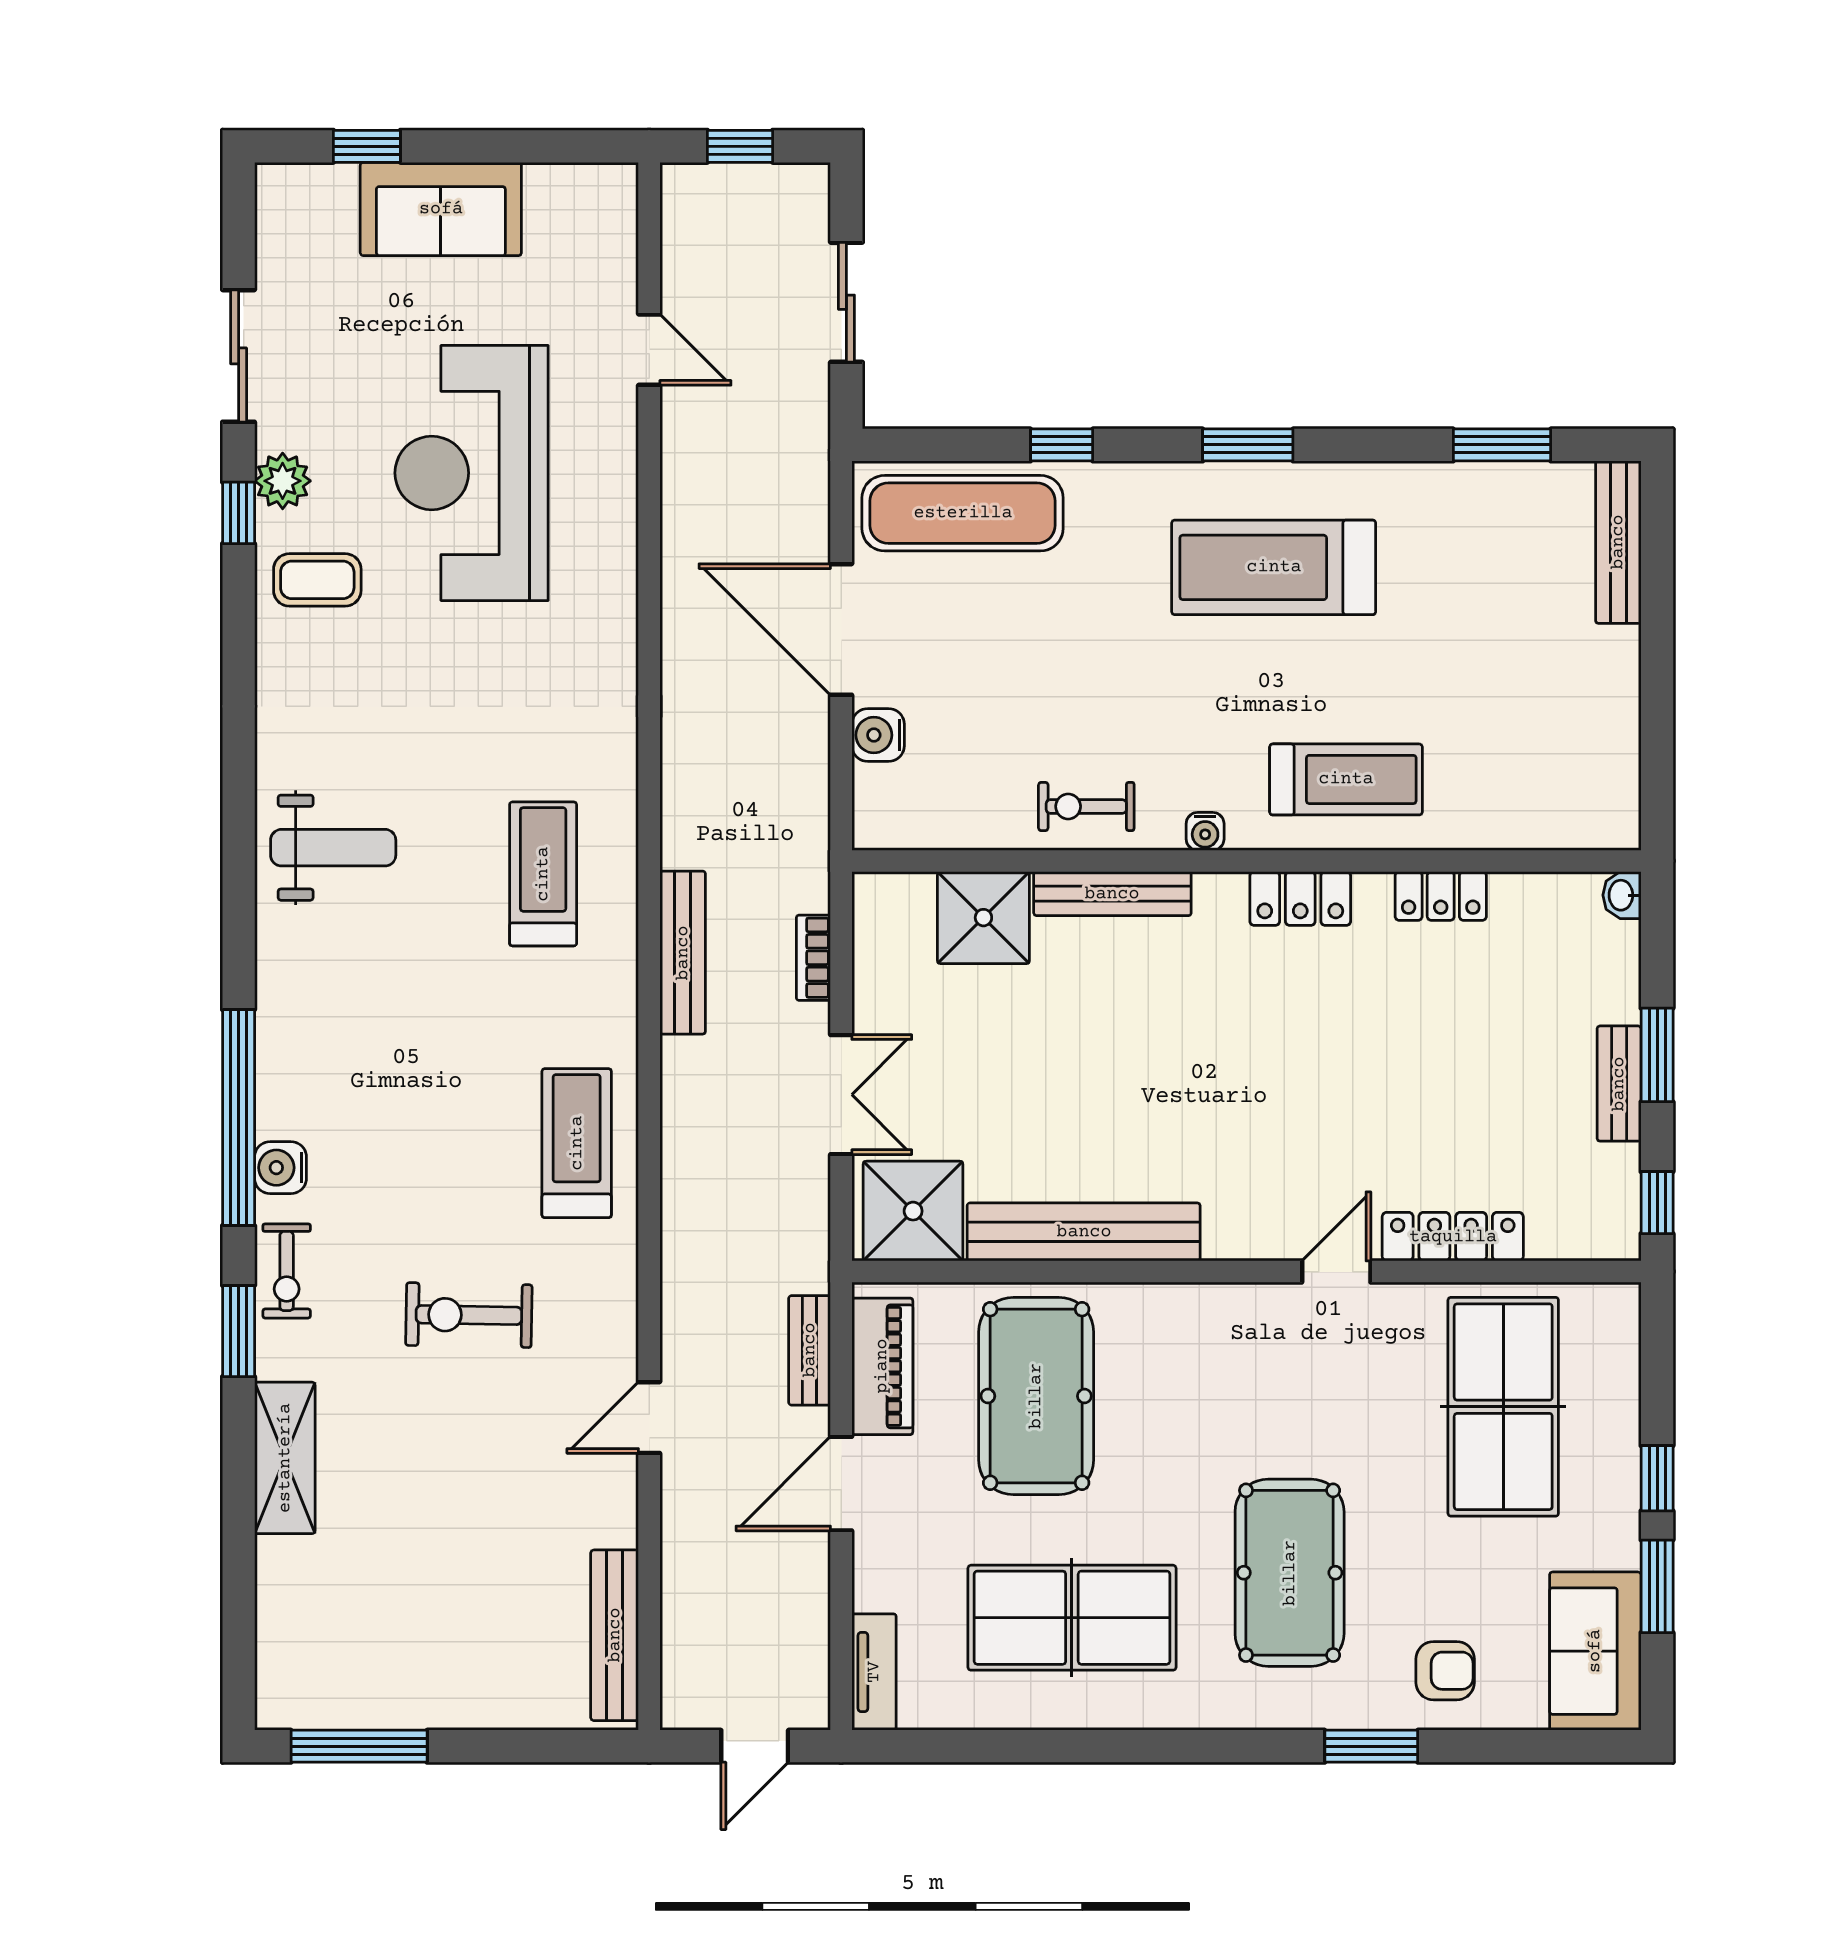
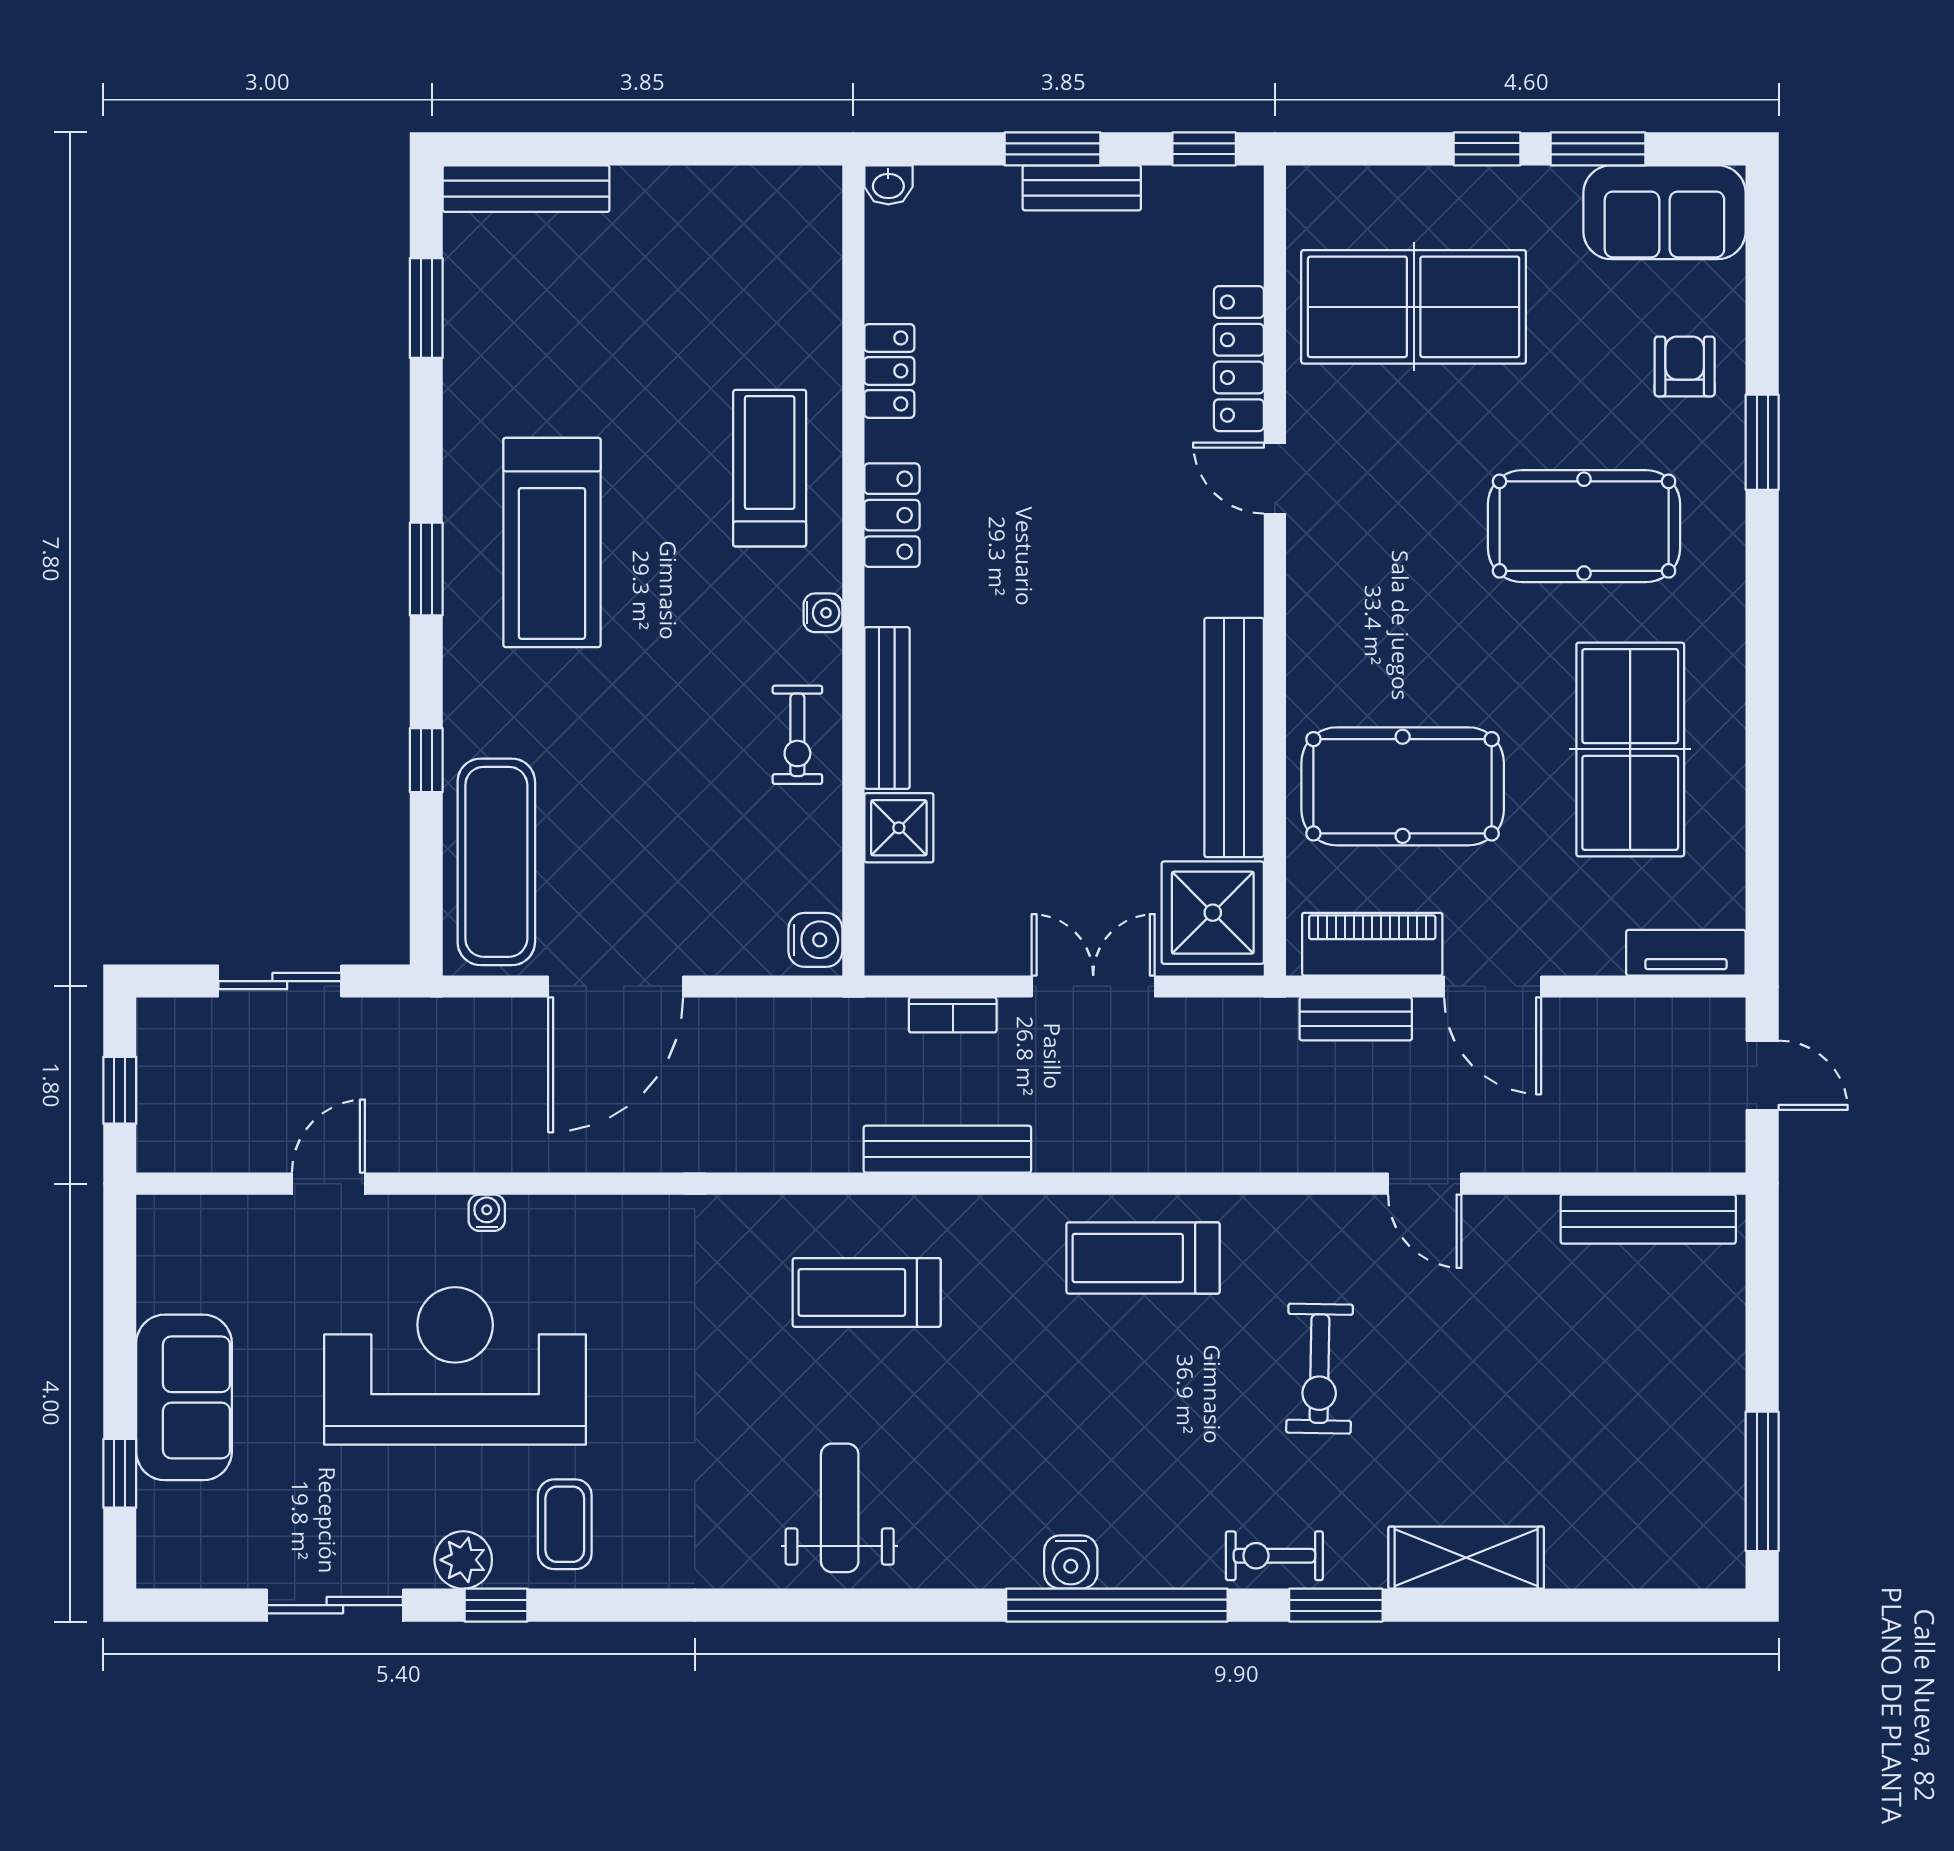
reception desk: (472, 473) -> (455, 1366), turned 180
water cooler: (621, 504) -> (487, 1213), added
water cooler: (878, 735) -> (815, 940), moved, turned -90
shower: (983, 918) -> (899, 828), width x0.73, depth x0.73
water cooler: (280, 1168) -> (1071, 1562), moved
exercise bike: (287, 1271) -> (1274, 1556), turned 180

